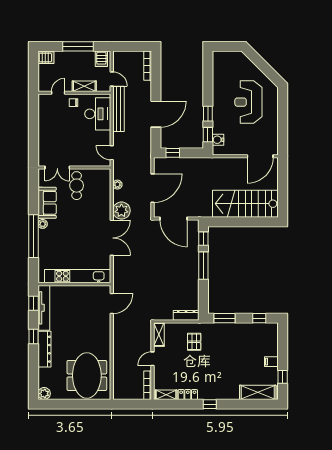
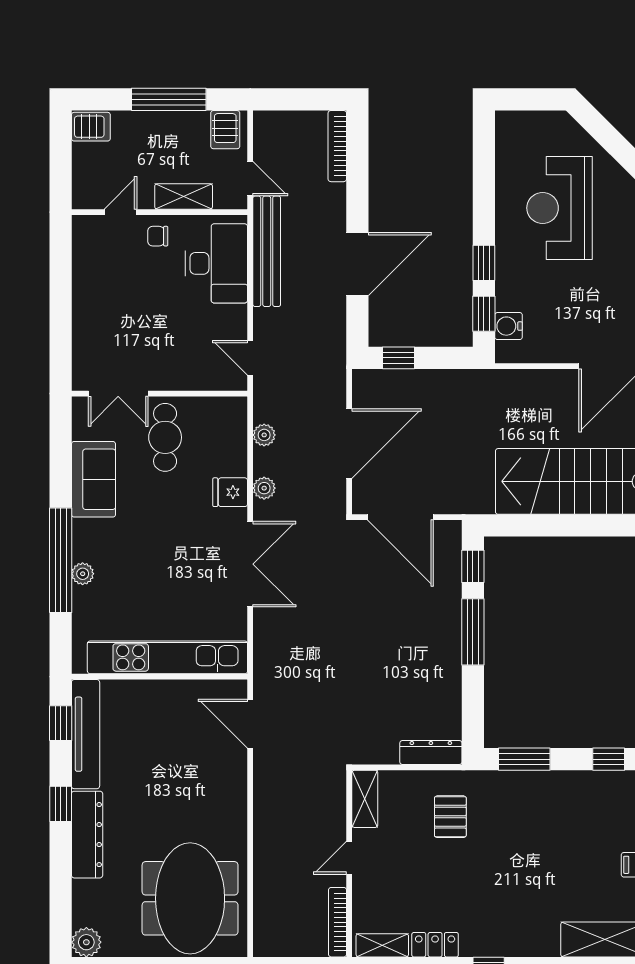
reception desk: (248, 102) -> (560, 208), moved
fridge: (103, 208) -> (230, 492), added
plant: (121, 211) -> (264, 488), width x0.53, depth x0.53
plant: (43, 224) -> (83, 574), moved
door: (112, 303) -> (250, 724), swing flipped

